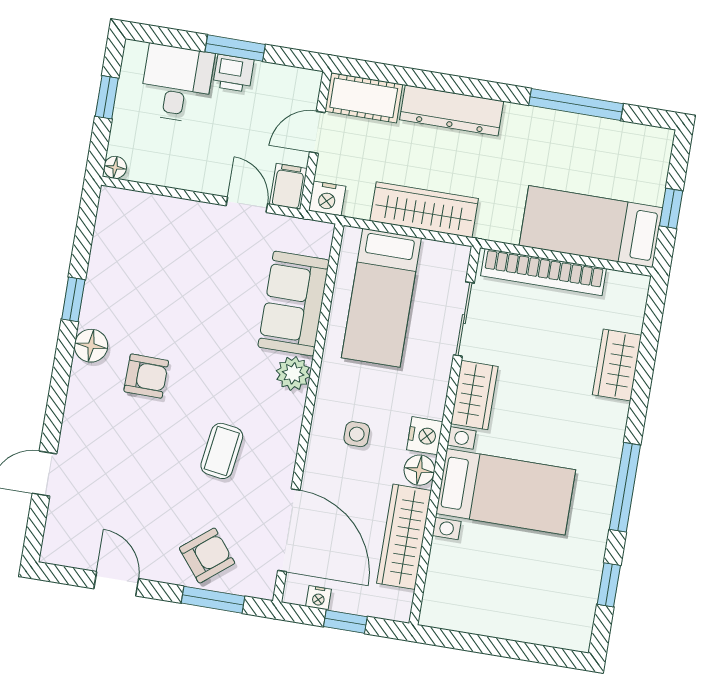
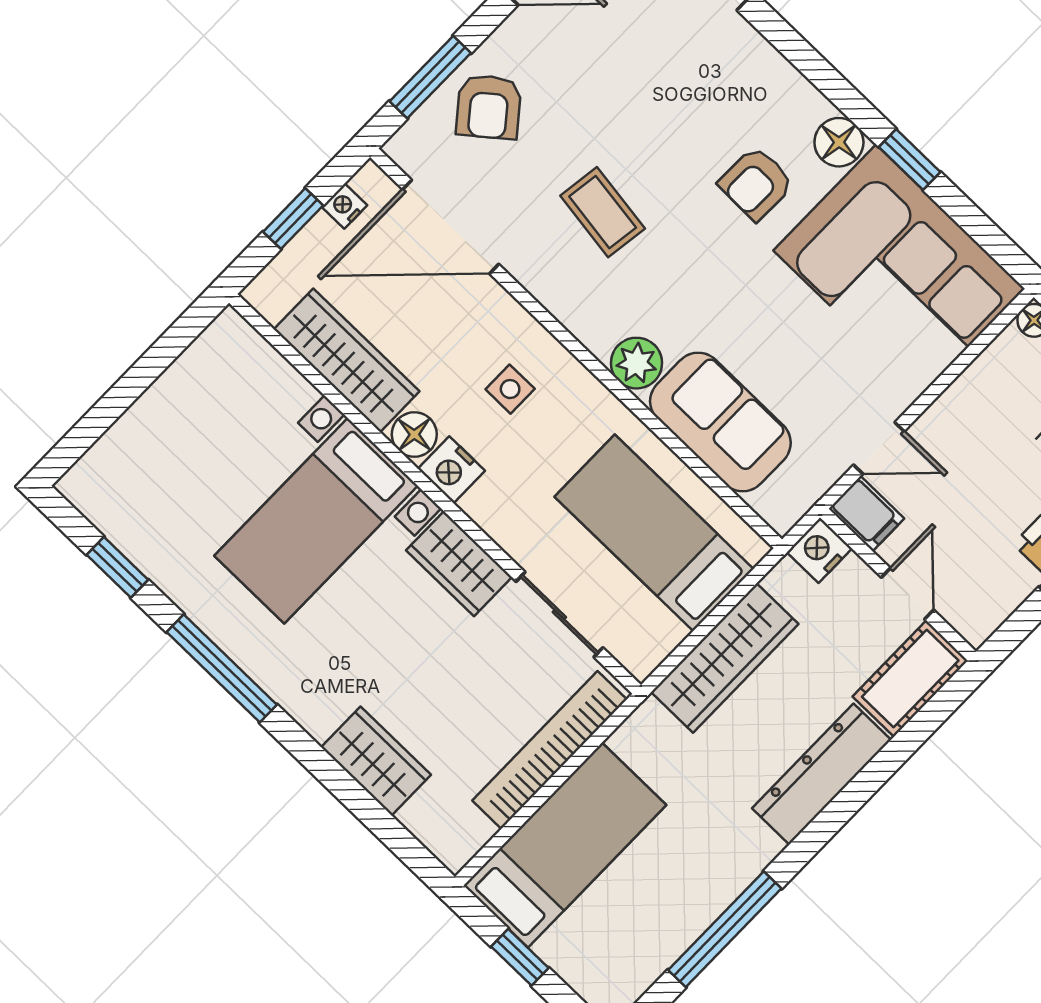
corner sofa: (139, 263) -> (899, 270), added

